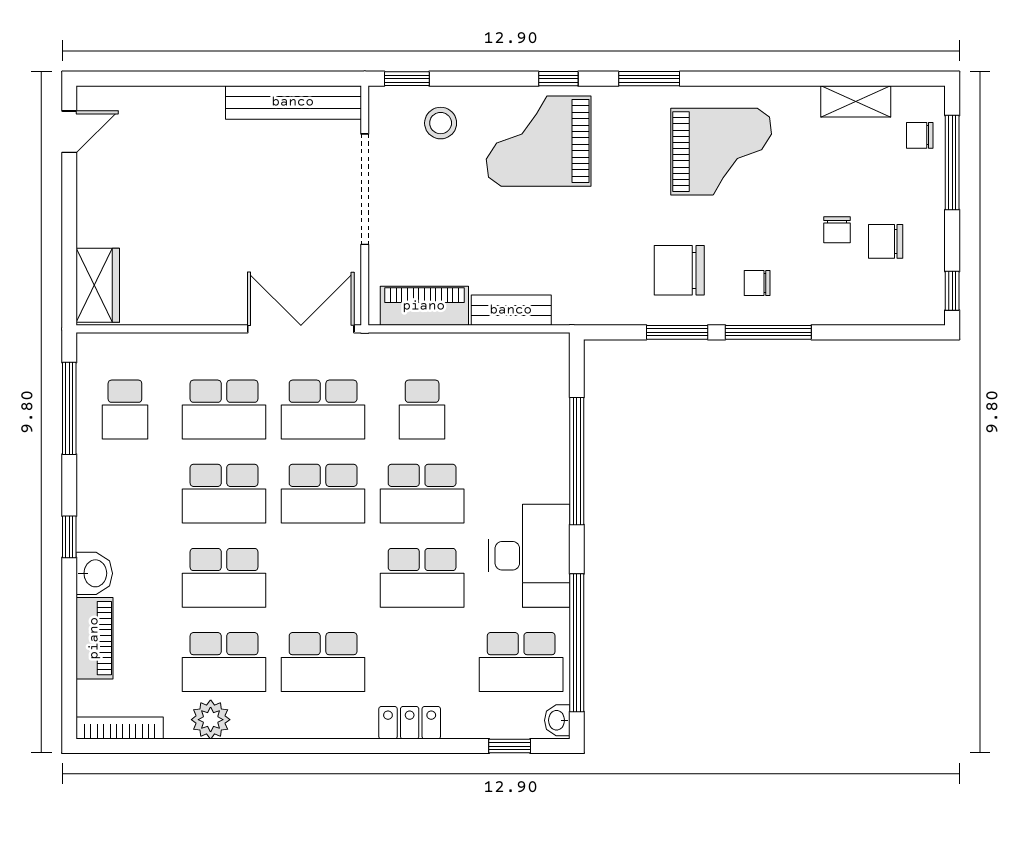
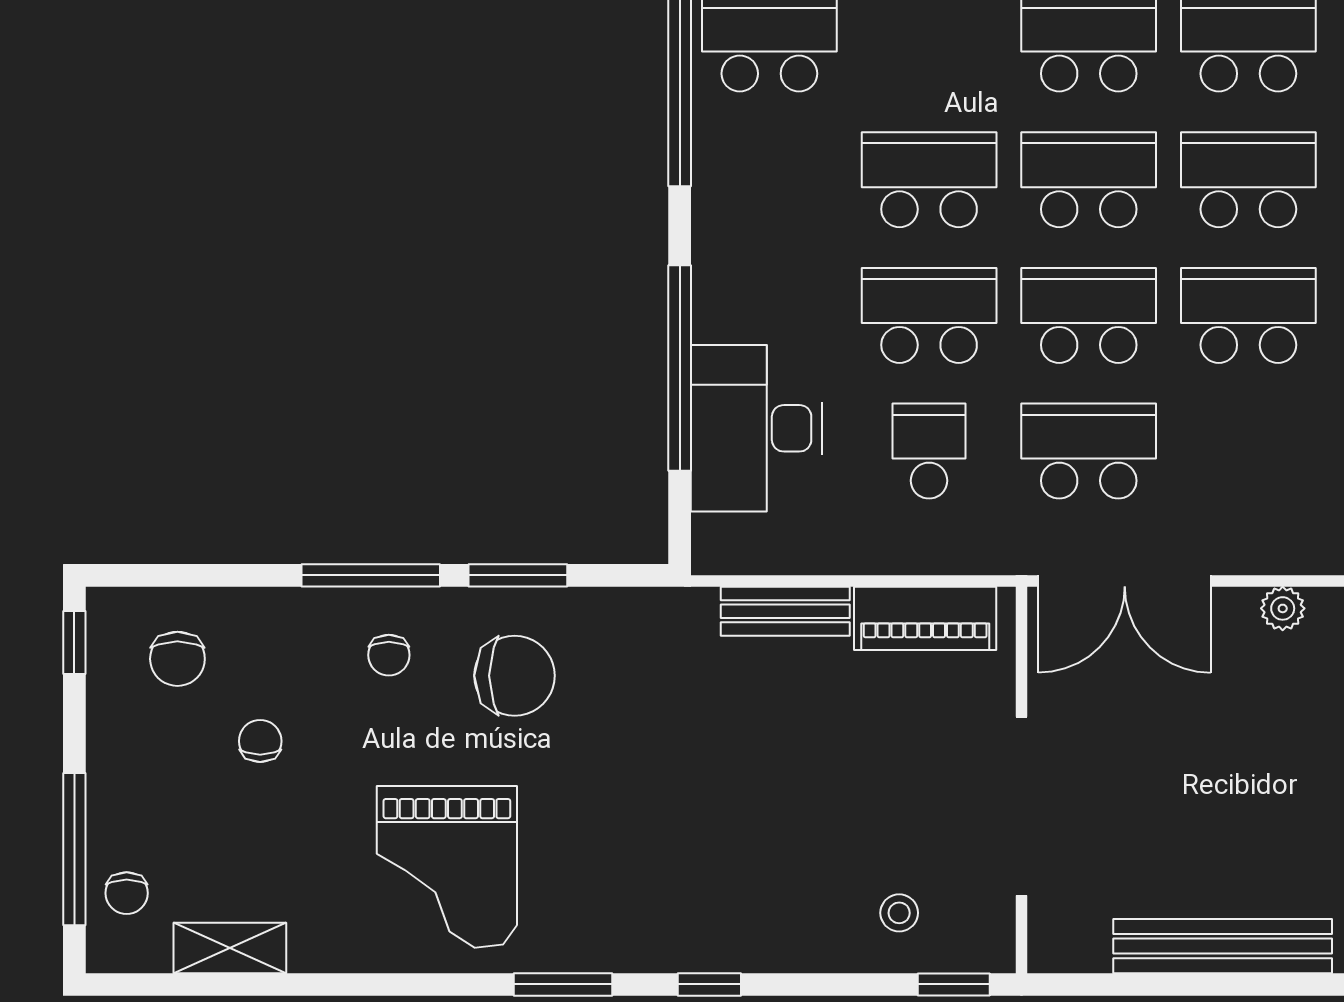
bench: (293, 102) -> (1223, 946), moved
stool: (441, 123) -> (899, 913), width x0.73, depth x0.73
chair: (920, 135) -> (127, 893), turned 90
grand piano: (539, 141) -> (741, 884), removed
grand piano: (721, 152) -> (447, 867), turned -90
chair: (886, 241) -> (177, 659), moved, turned 90
chair: (757, 283) -> (389, 655), turned 90
plant: (203, 312) -> (1283, 608), added
school desk: (224, 410) -> (1089, 180), moved
desk: (529, 556) -> (756, 428), moved

